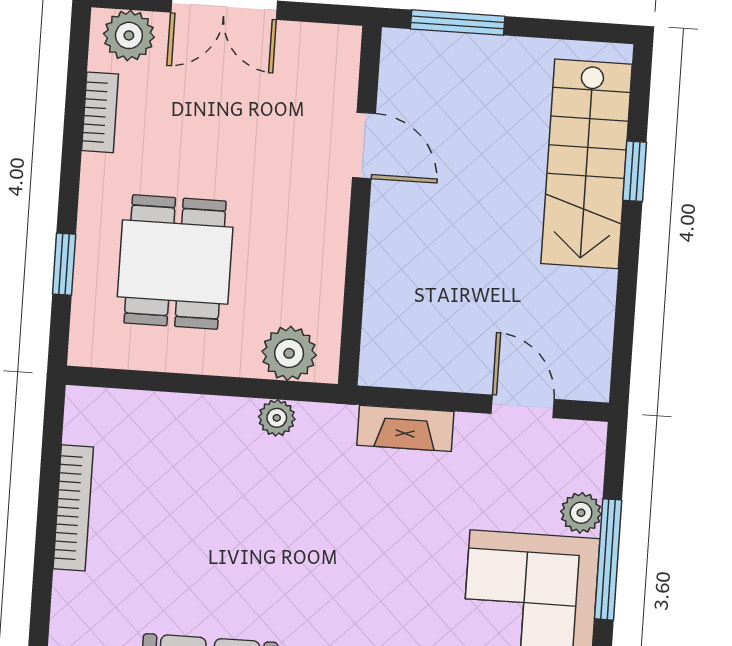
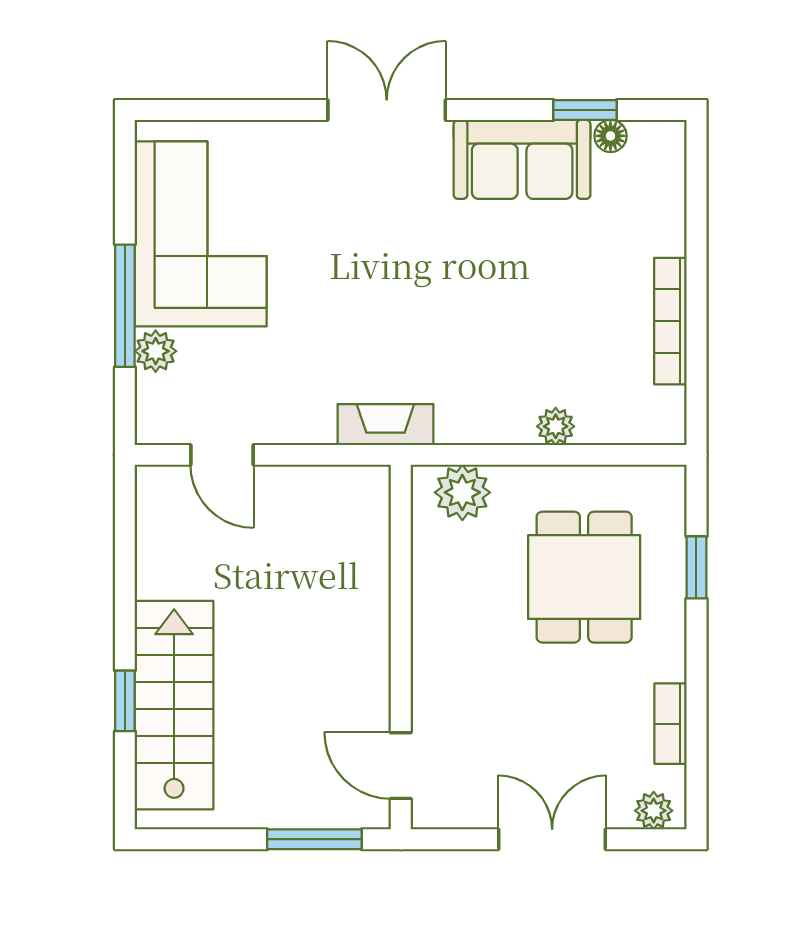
plant: (129, 35) -> (654, 811), width x0.73, depth x0.73
door: (364, 145) -> (401, 766), moved
plant: (277, 418) -> (556, 426), moved
fireplace: (405, 428) -> (385, 425), moved

